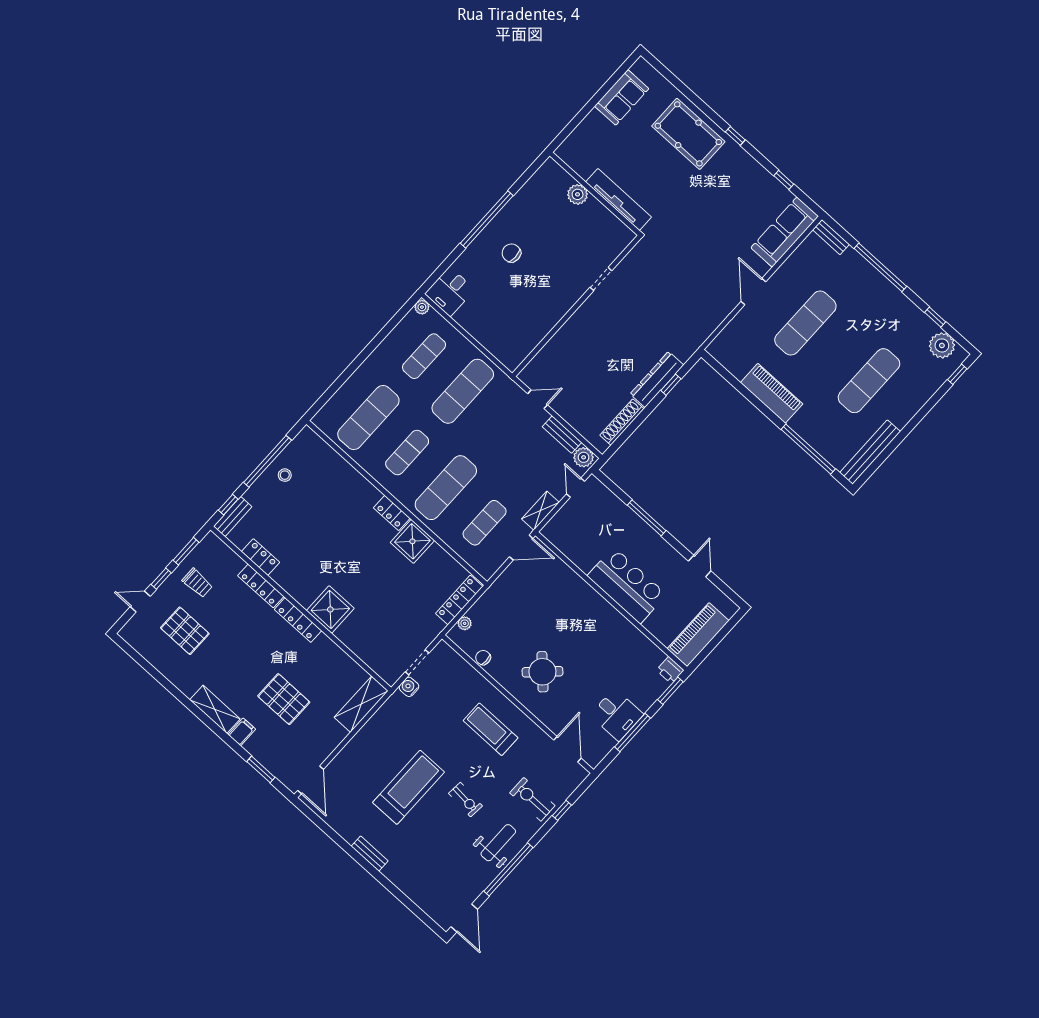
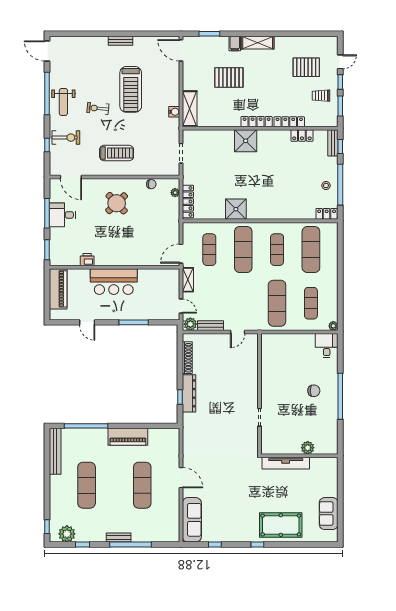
bench: (831, 237) -> (119, 538), moved
locker: (392, 513) -> (327, 214), moved
printer: (670, 670) -> (87, 260), moved
water cooler: (409, 687) -> (174, 112), moved

